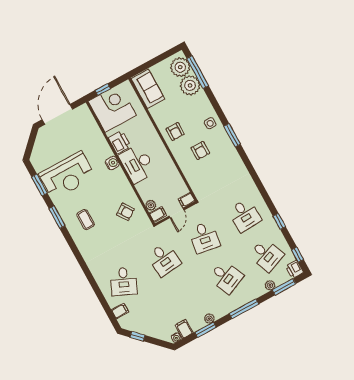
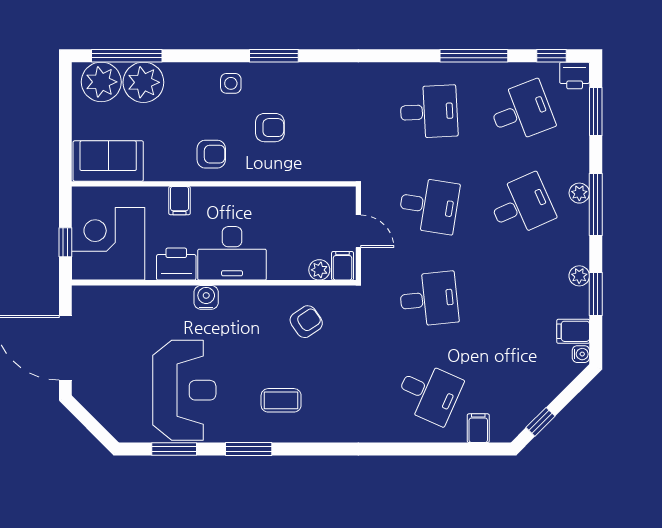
filing cabinet: (187, 200) -> (179, 201), moved
window: (279, 221) -> (474, 56), width x2.17
plant: (270, 285) -> (579, 193), moved

